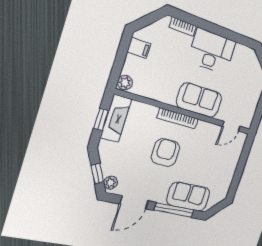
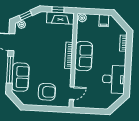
desk: (212, 51) -> (114, 79), moved
sofa: (199, 100) -> (84, 56), moved
door: (231, 126) -> (72, 93), swing flipped
armchair: (165, 153) -> (47, 92), moved

